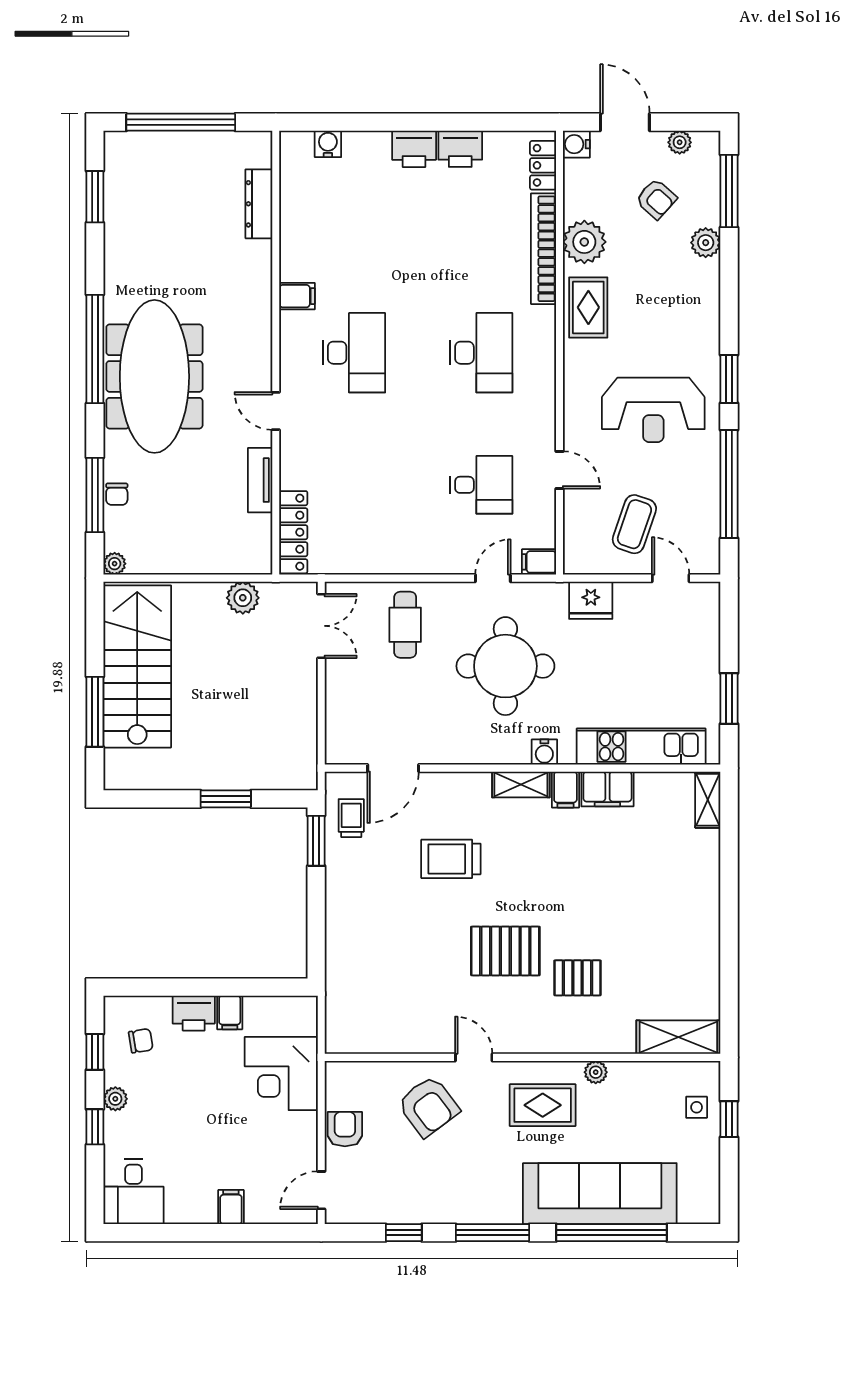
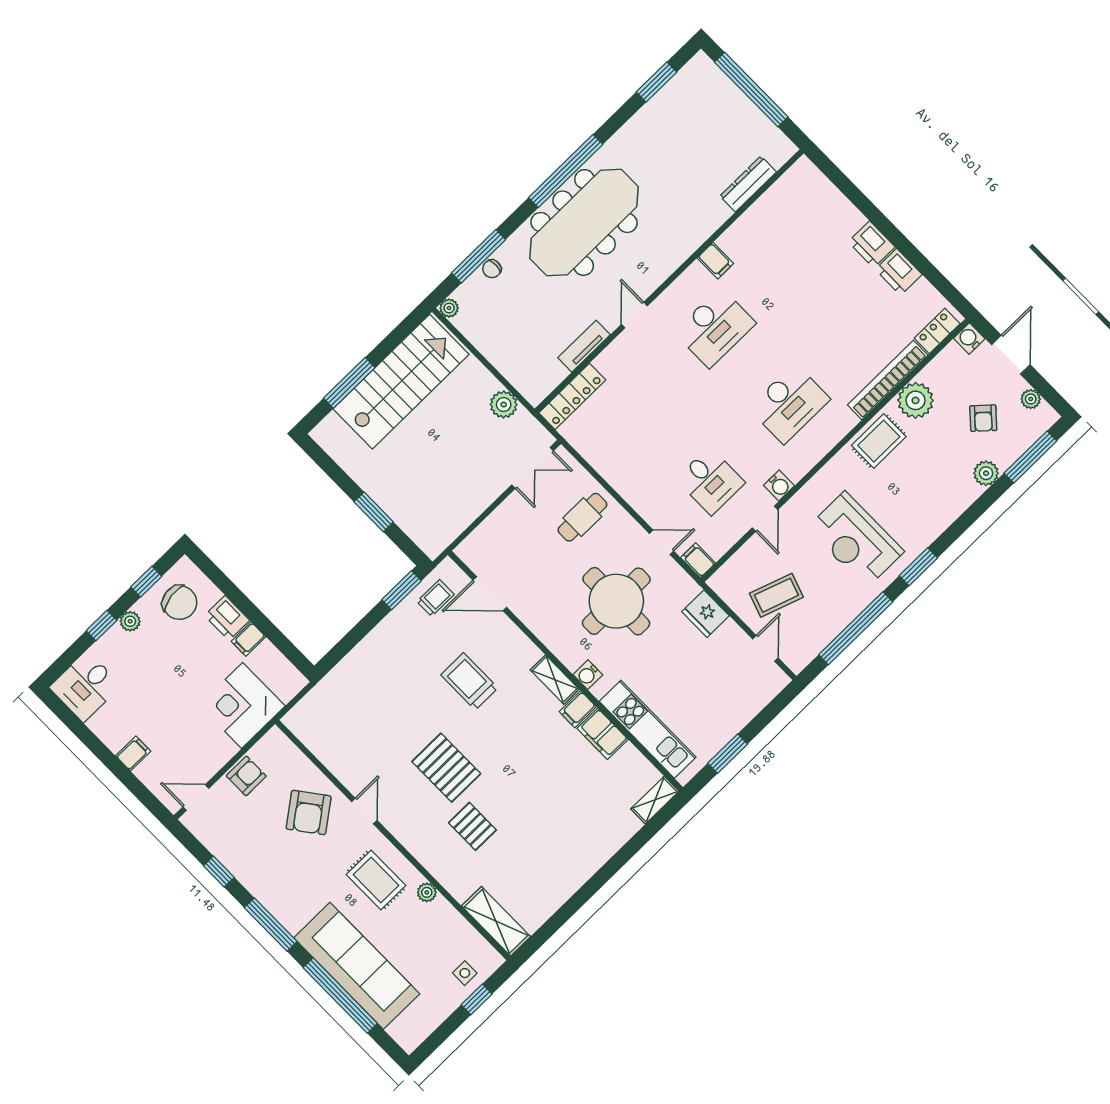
water cooler: (328, 144) -> (779, 486), moved, turned 90
chair: (141, 1041) -> (180, 603), width x1.87, depth x1.87

